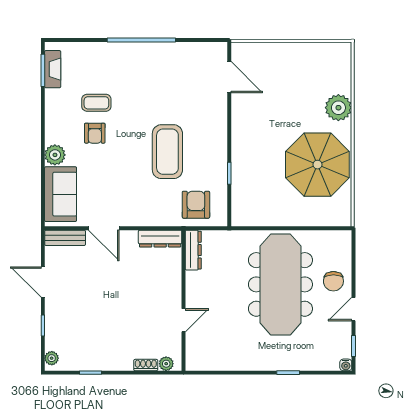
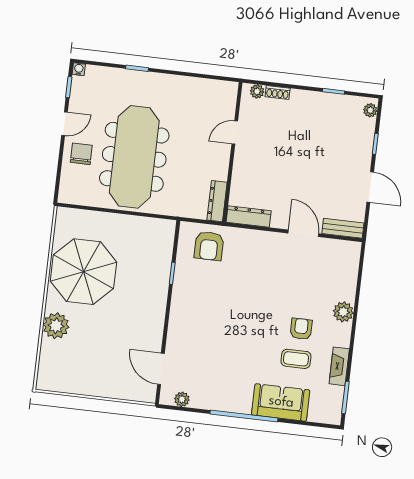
plant: (205, 49) -> (182, 399), added
fireplace: (53, 69) -> (339, 366), moved
coffee table: (167, 152) -> (231, 302), removed
sofa: (61, 194) -> (281, 402), moved, turned 90

